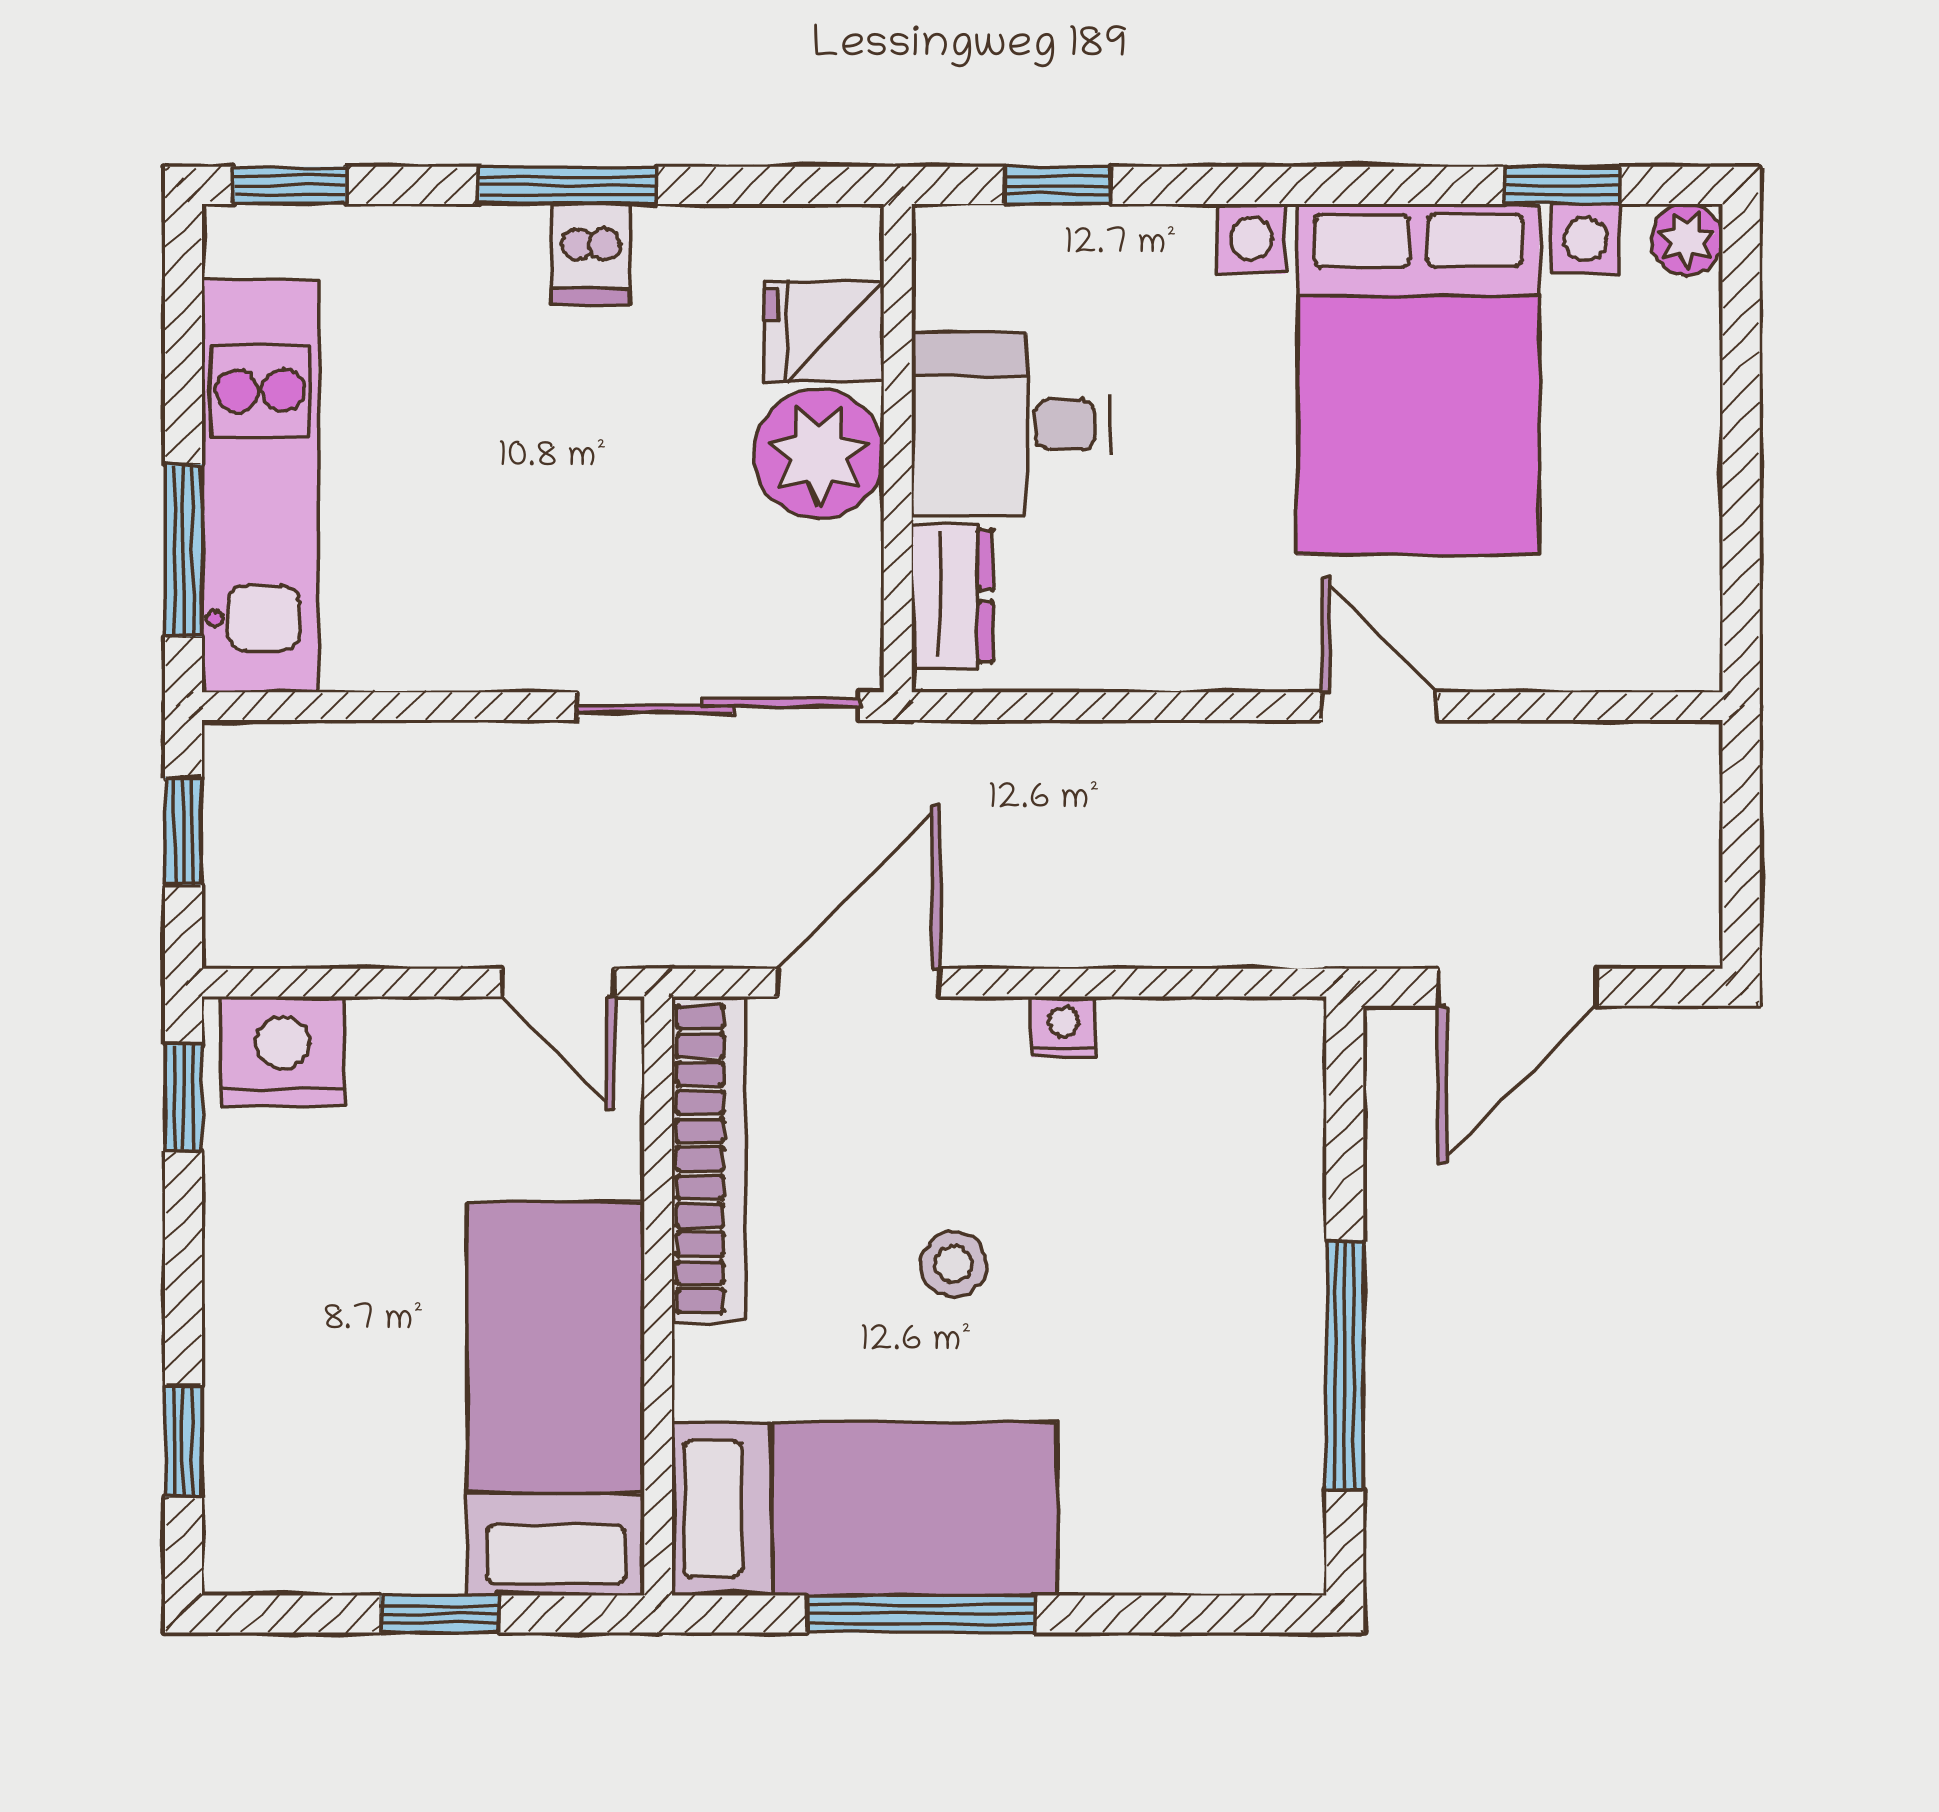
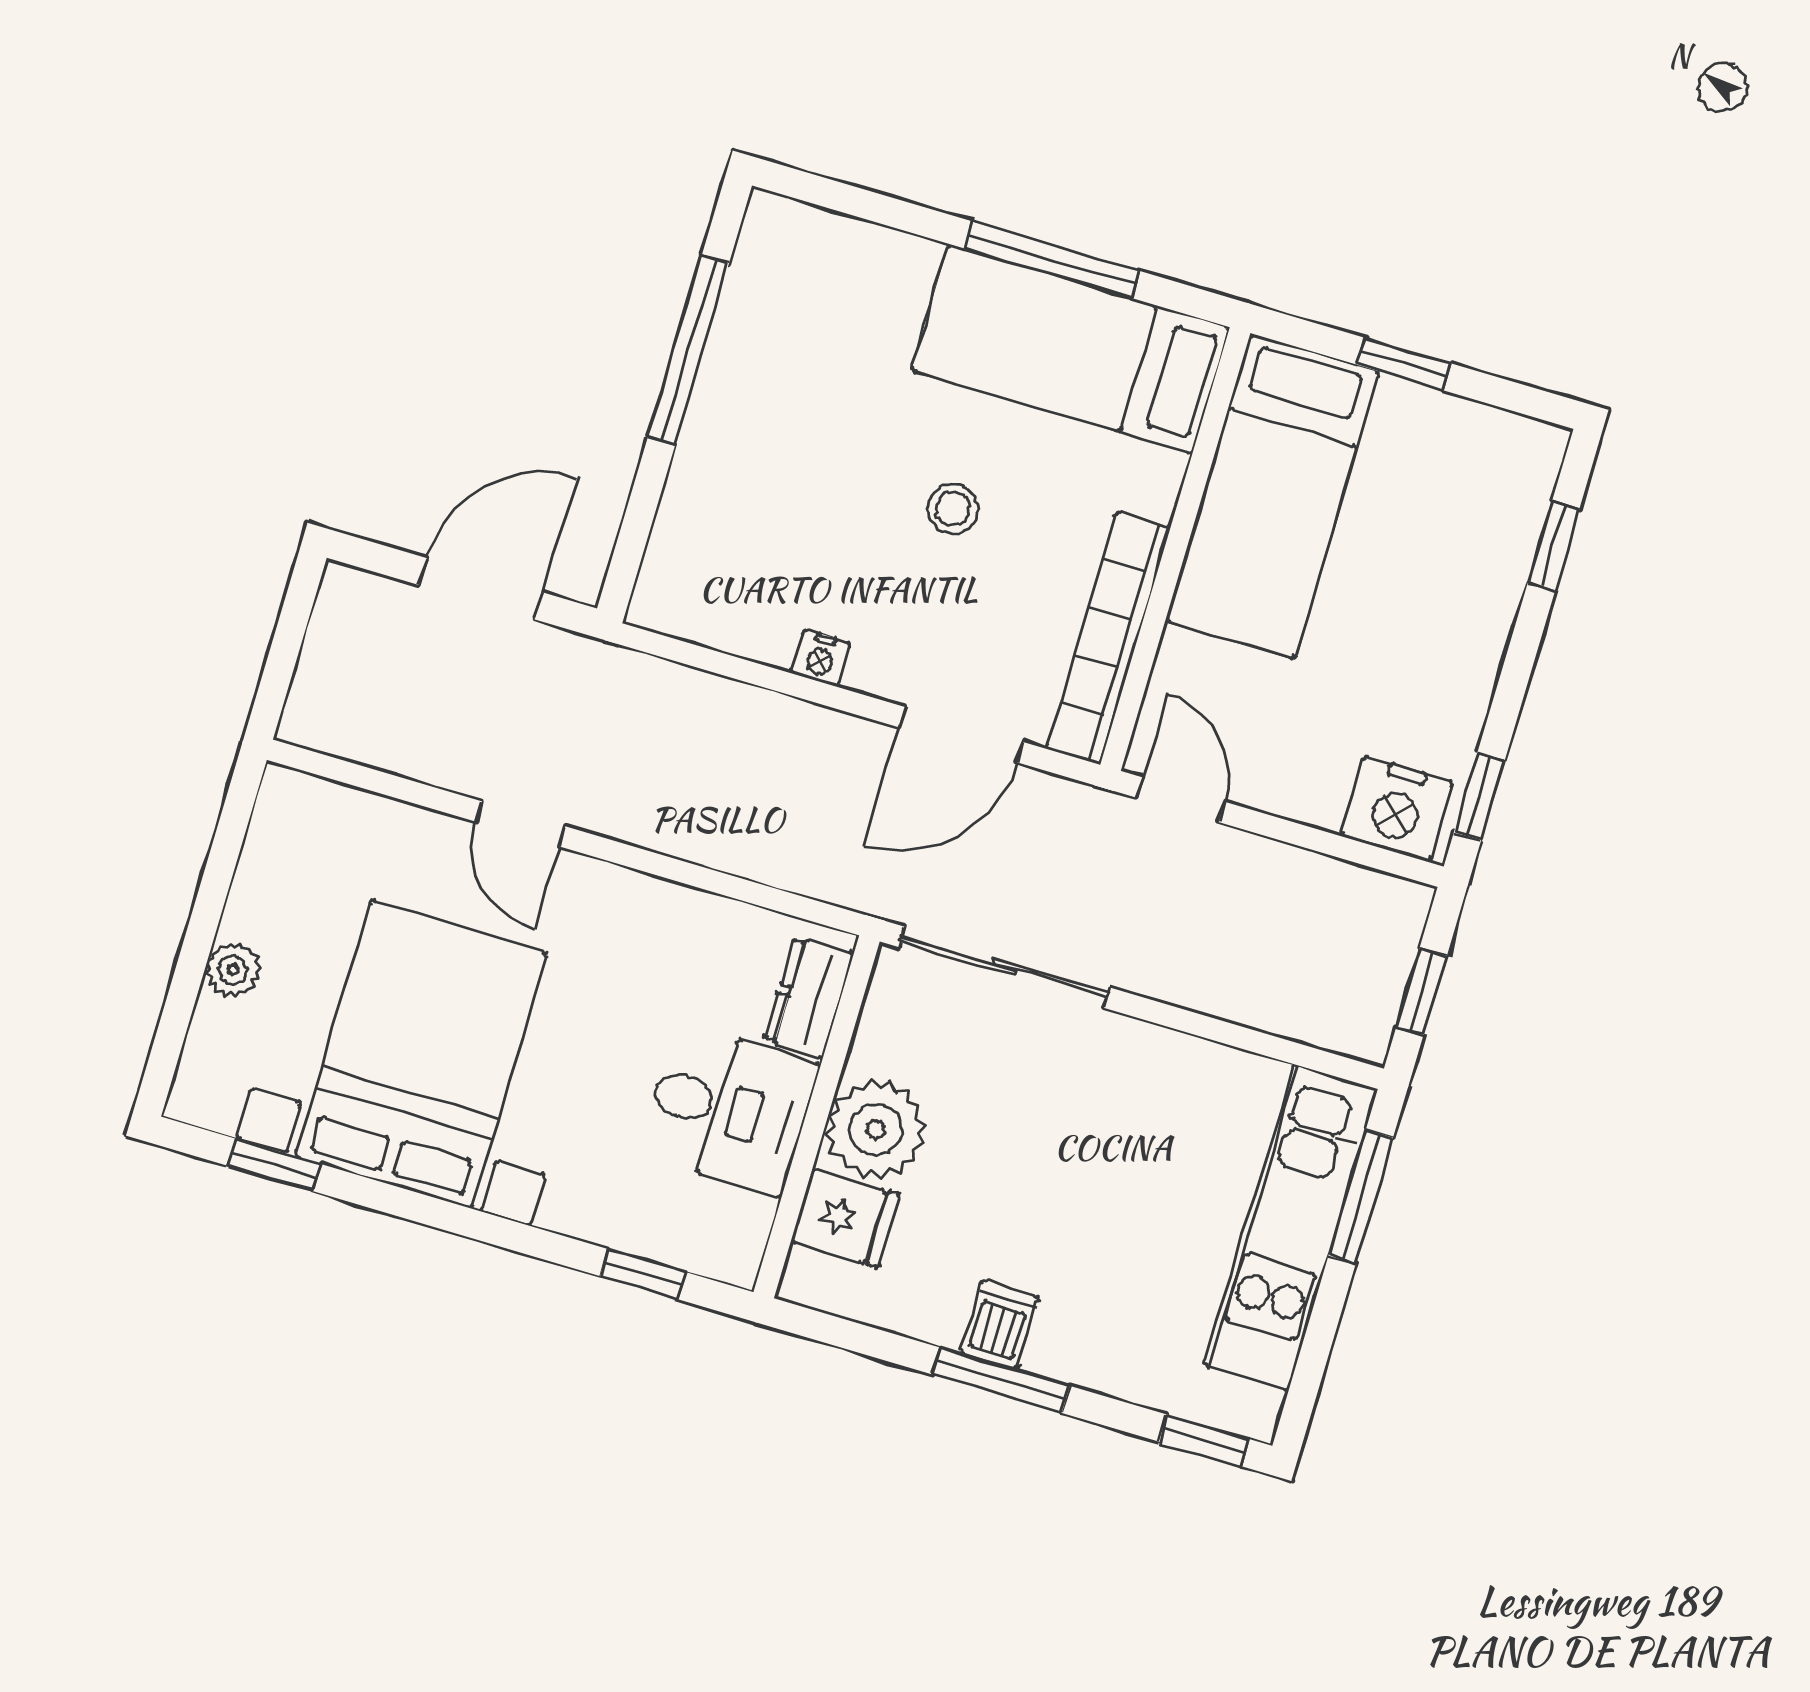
plant: (1687, 240) -> (233, 970), moved

